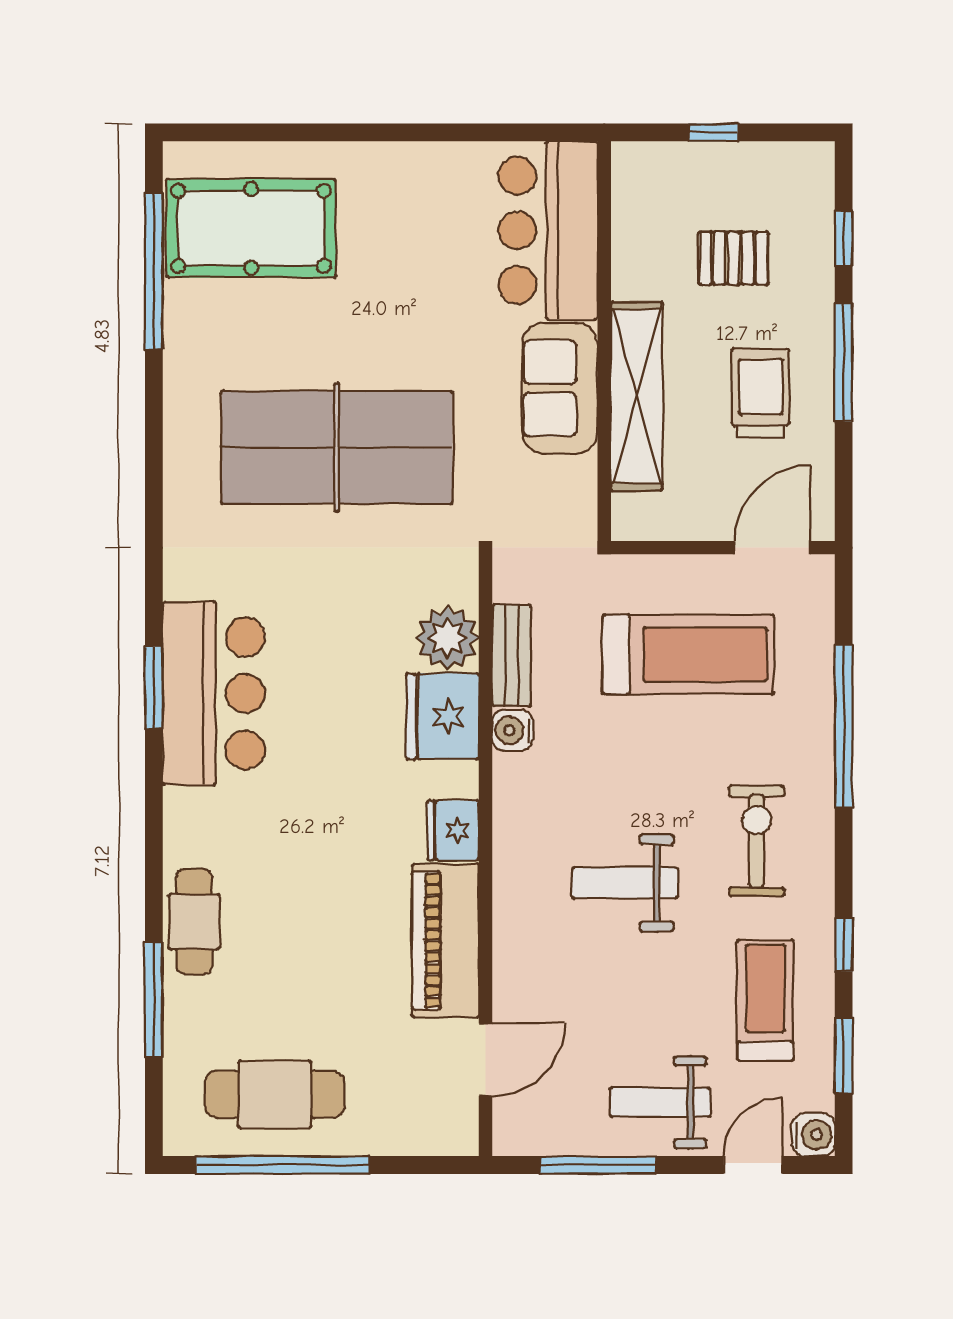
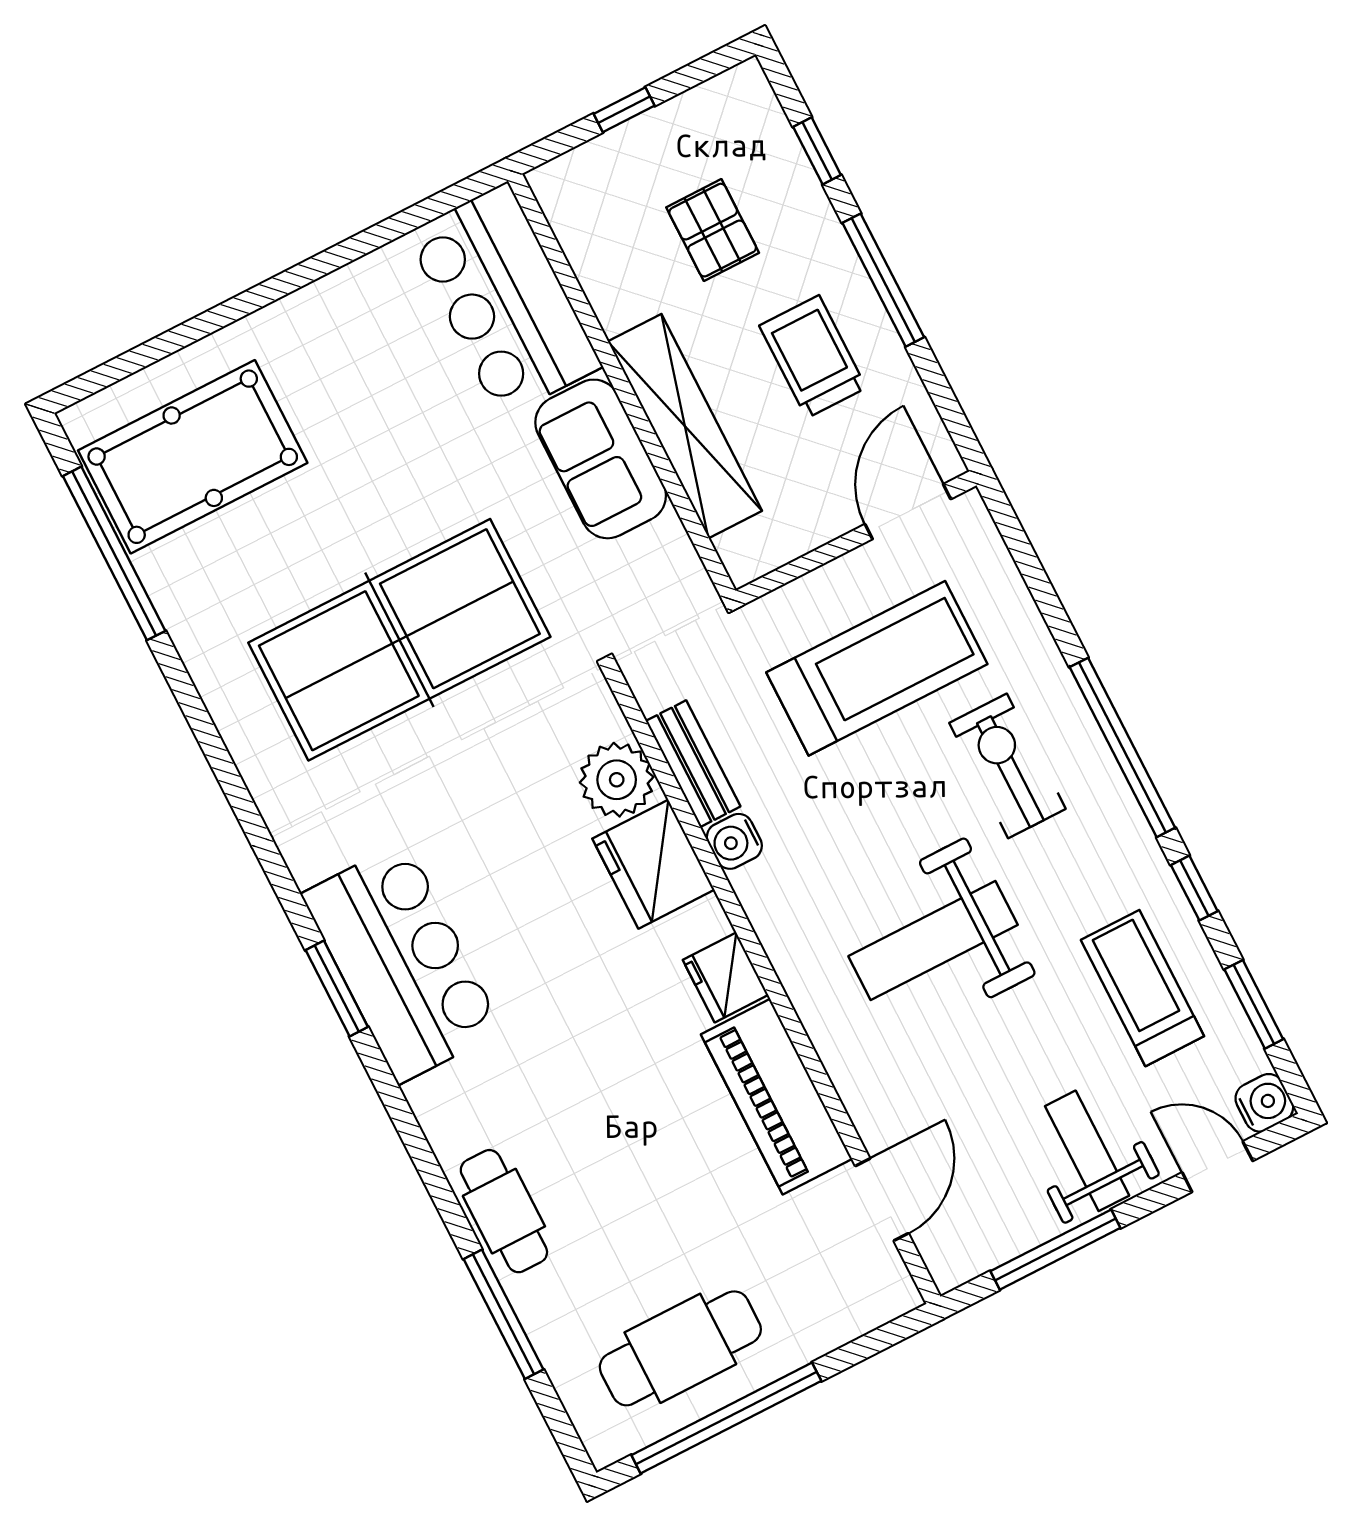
pallet: (734, 258) -> (713, 230), turned 90
window: (844, 726) -> (1122, 747), moved
exercise bike: (757, 841) -> (1007, 766), moved
weight bench: (625, 883) -> (933, 940), width x1.36, depth x1.33
weight bench: (660, 1102) -> (1087, 1151), turned 90
door: (753, 1165) -> (1217, 1167), hinge flipped

